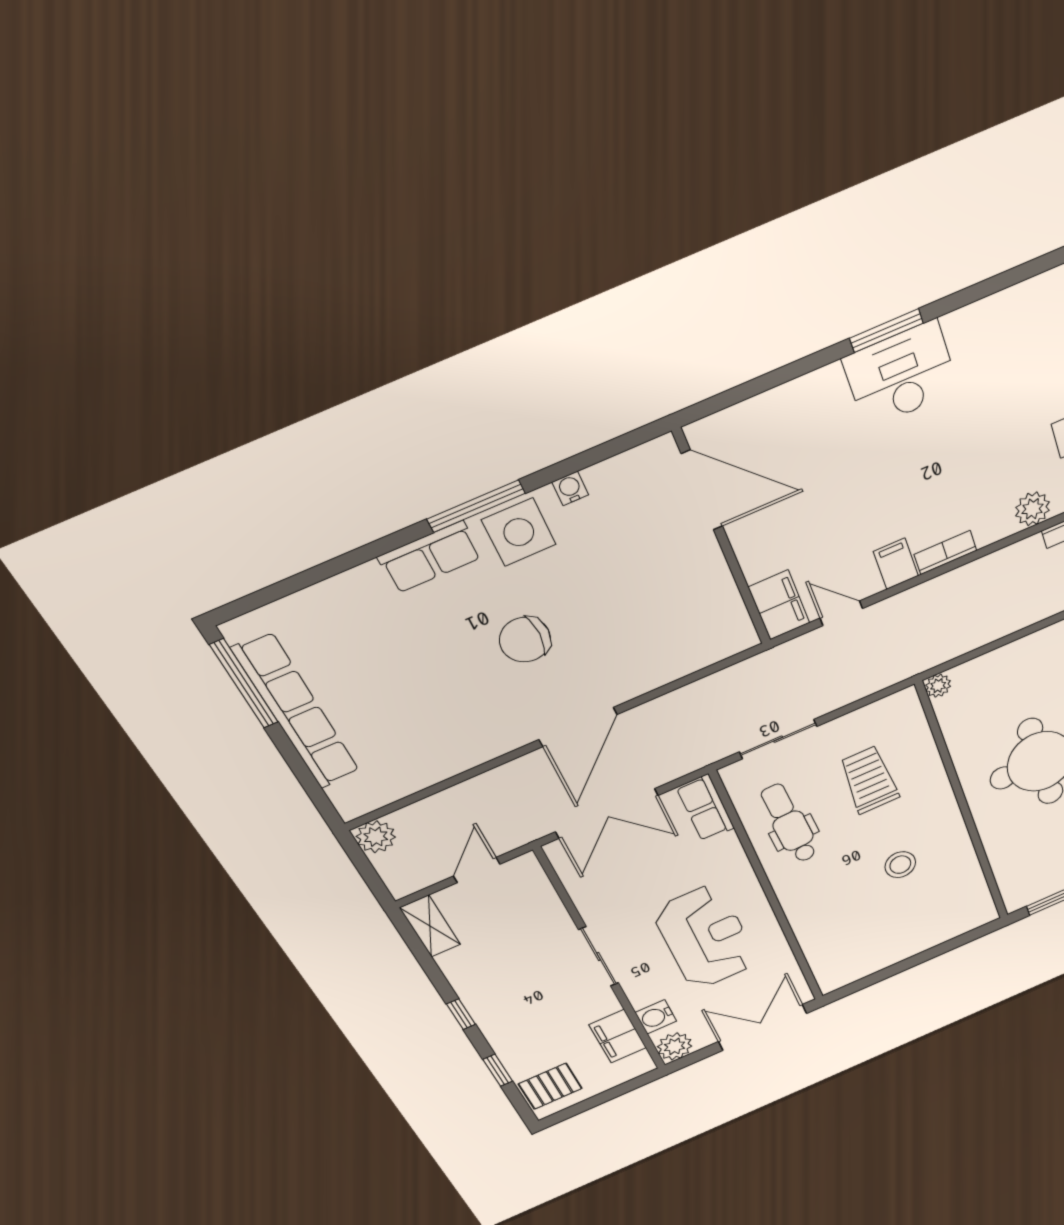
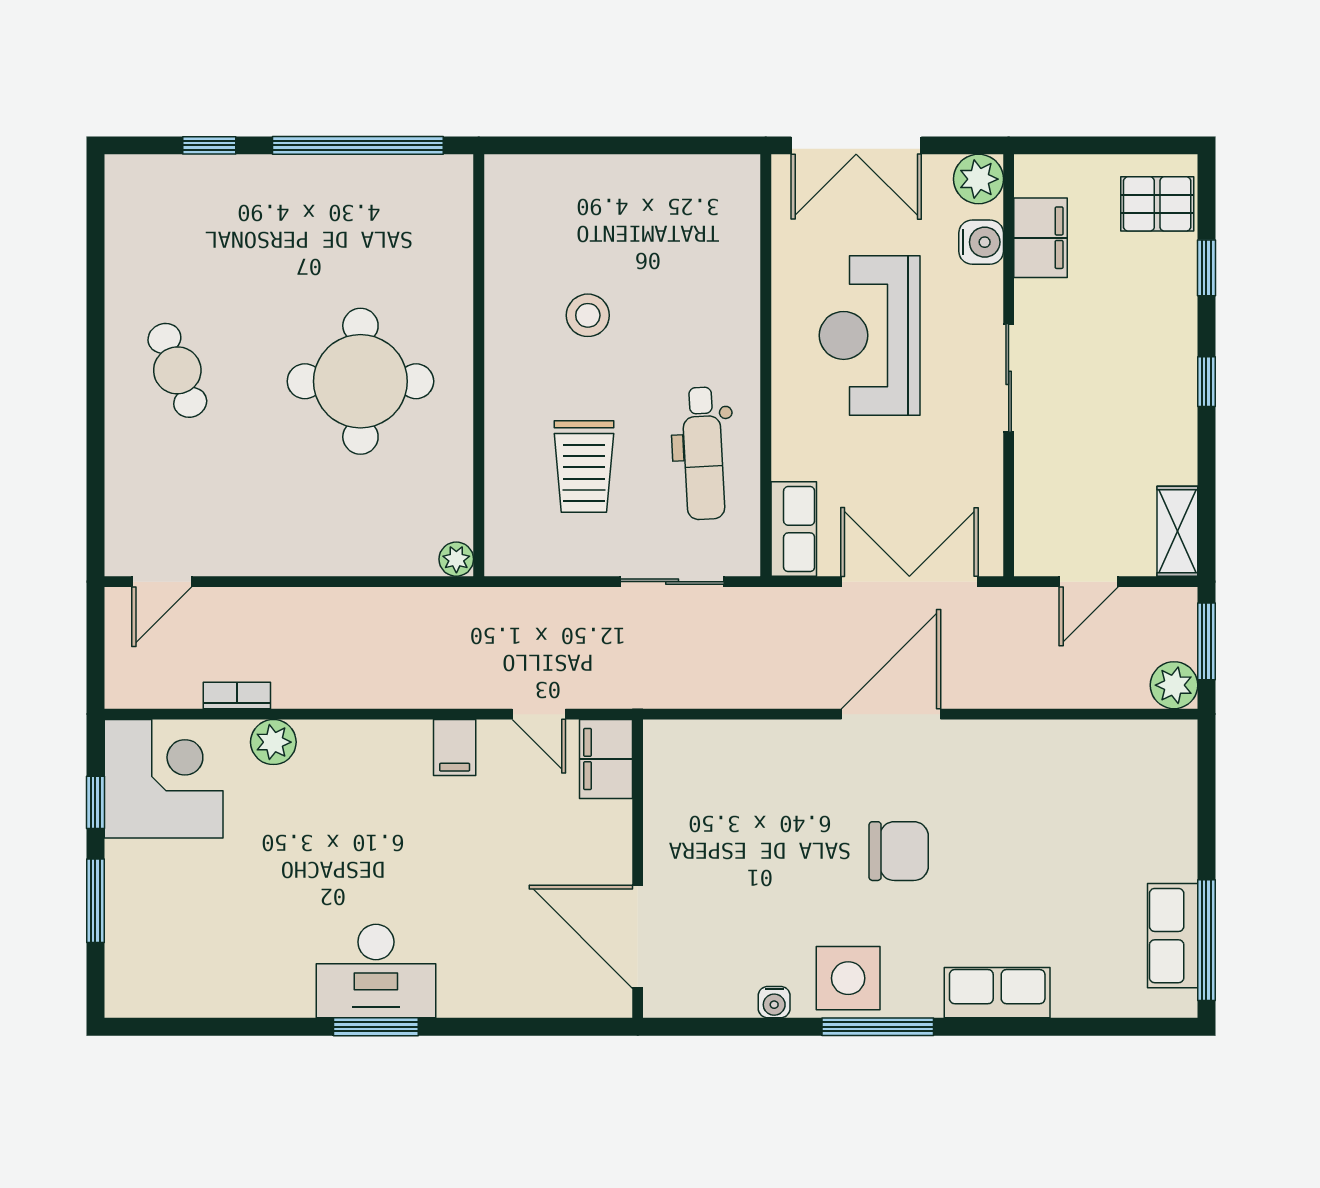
bookcase: (945, 552) -> (392, 734), removed
row of seats: (430, 557) -> (997, 993), moved
row of seats: (297, 711) -> (1173, 936), width x0.50
window: (368, 873) -> (1206, 641), added

